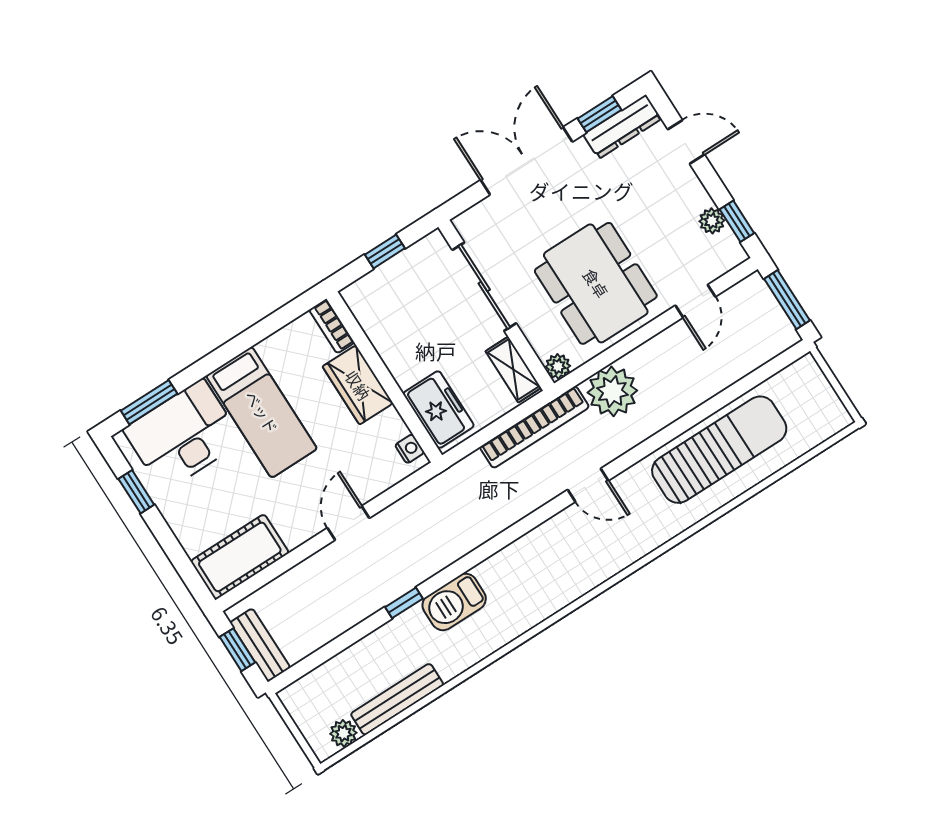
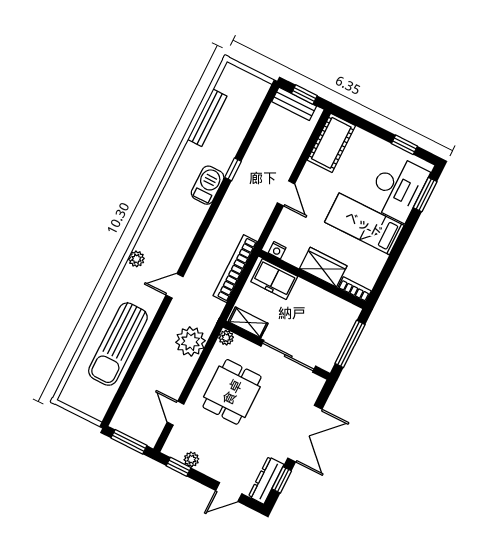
window: (385, 251) -> (350, 344), width x2.17
dining table: (596, 283) -> (232, 392), width x0.73
bookcase: (534, 427) -> (235, 269), moved
plant: (343, 733) -> (136, 259), moved

